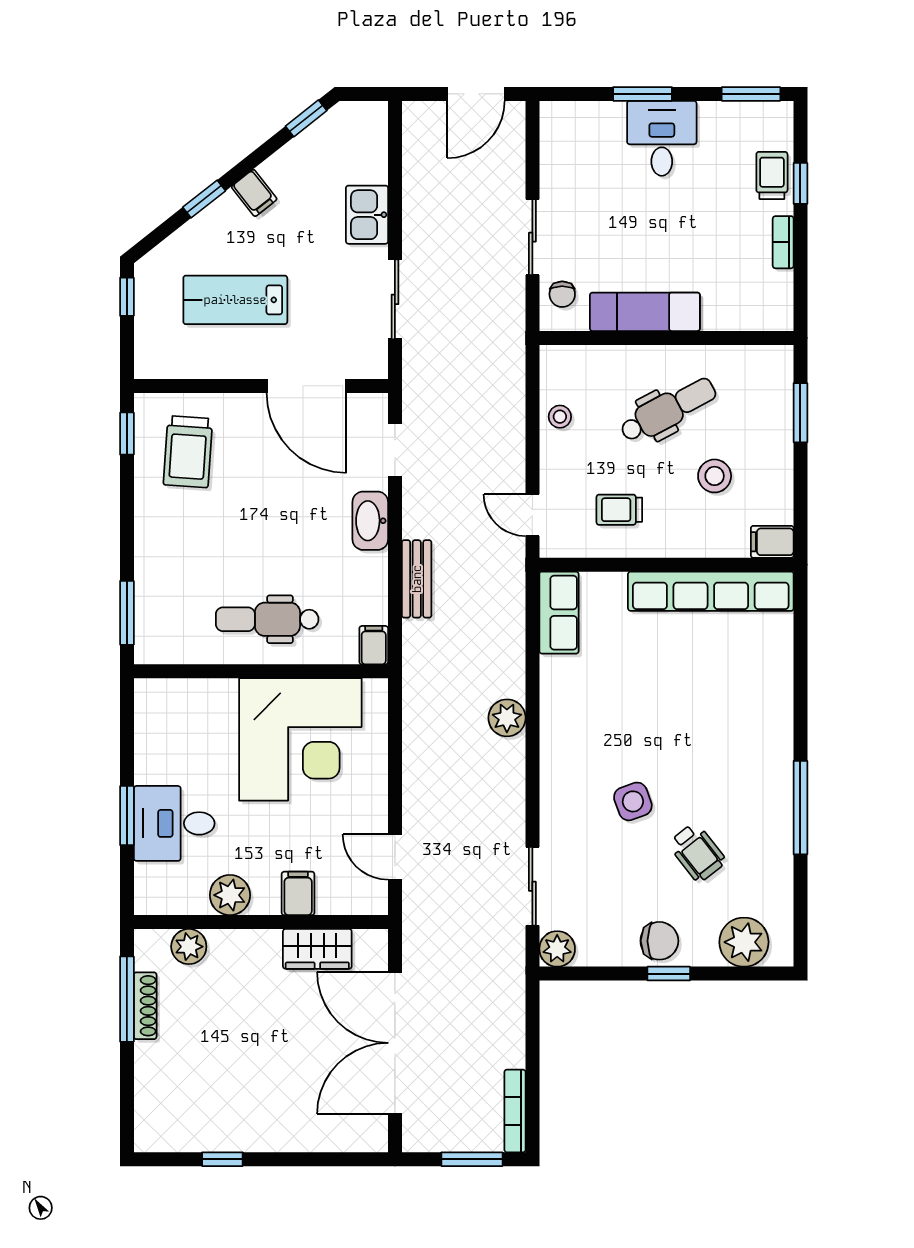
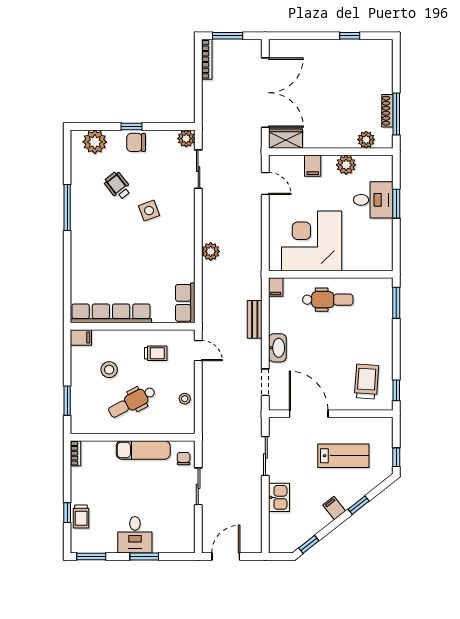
bookcase: (783, 242) -> (76, 453), moved
wardrobe: (317, 949) -> (285, 139), moved

